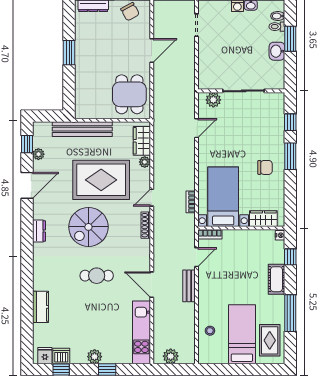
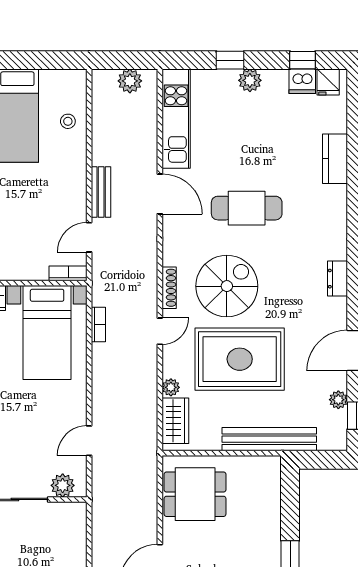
dining table: (129, 94) -> (195, 494), turned 90
spiral stairs: (88, 227) -> (227, 286), moved
cafe table: (97, 276) -> (247, 208), width x1.37, depth x1.35

